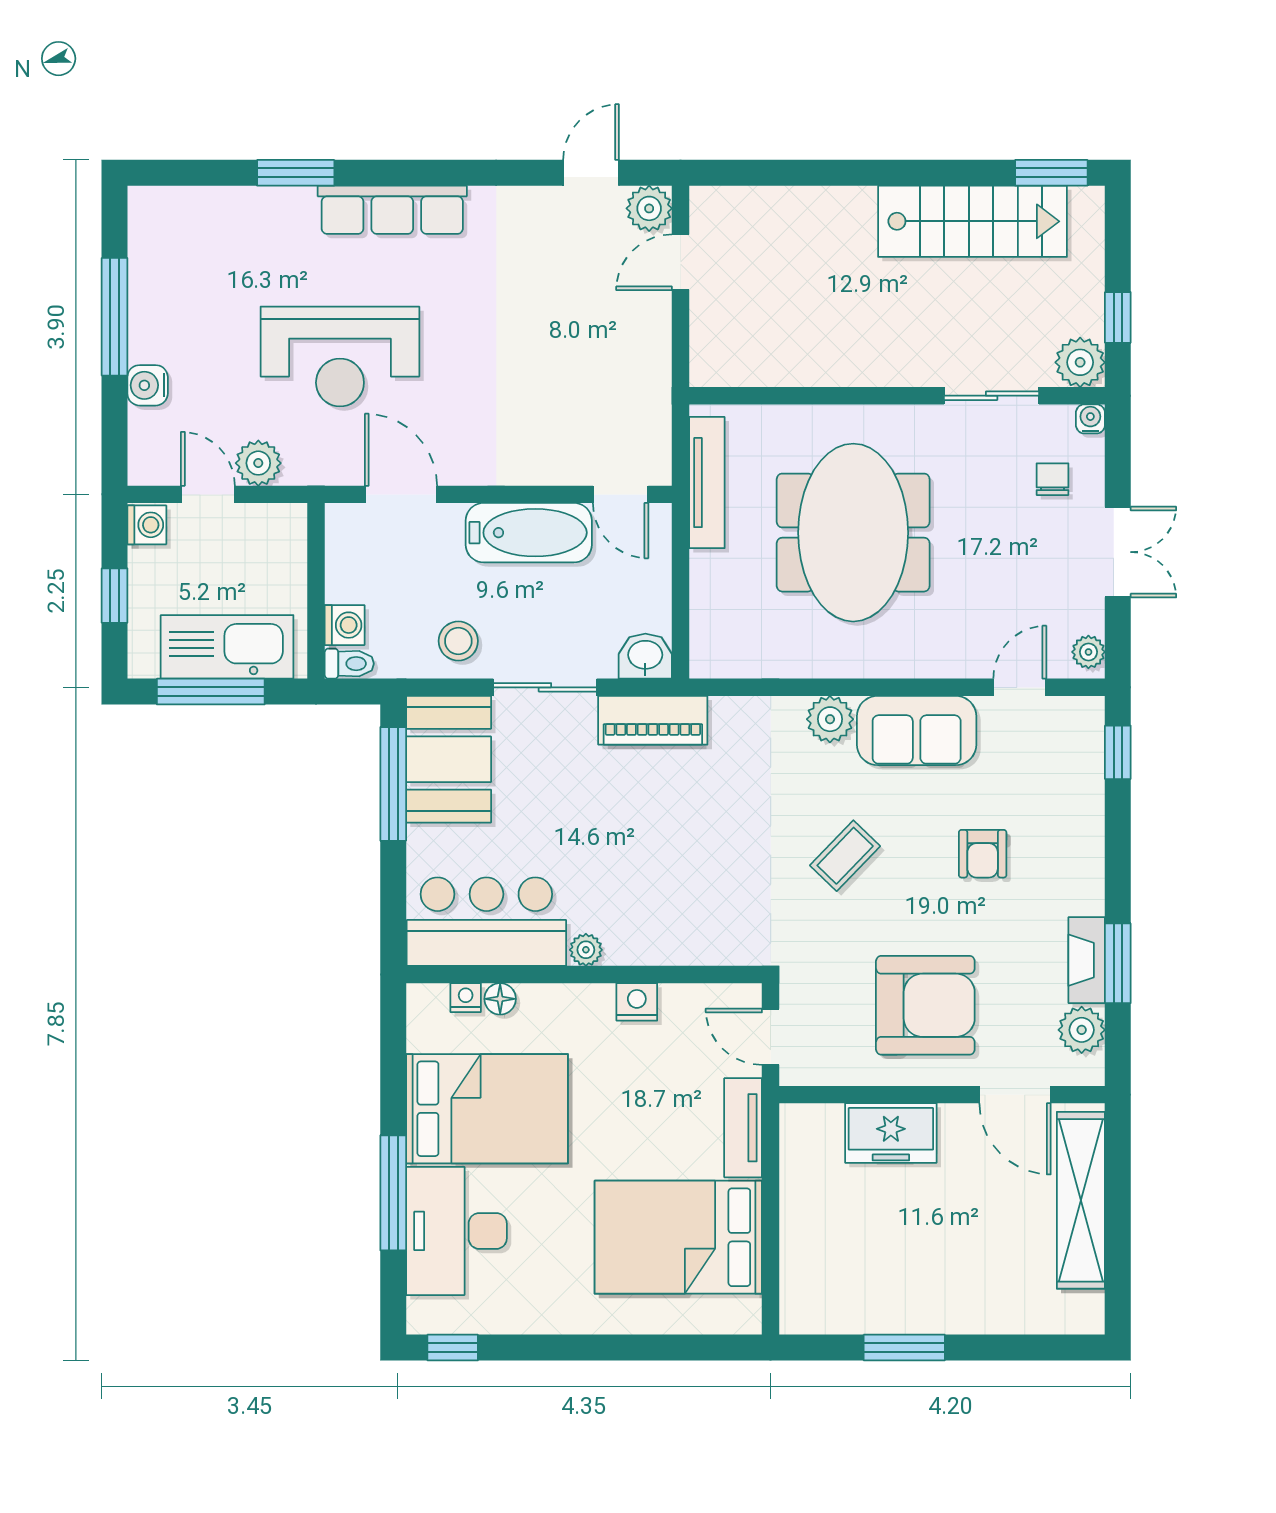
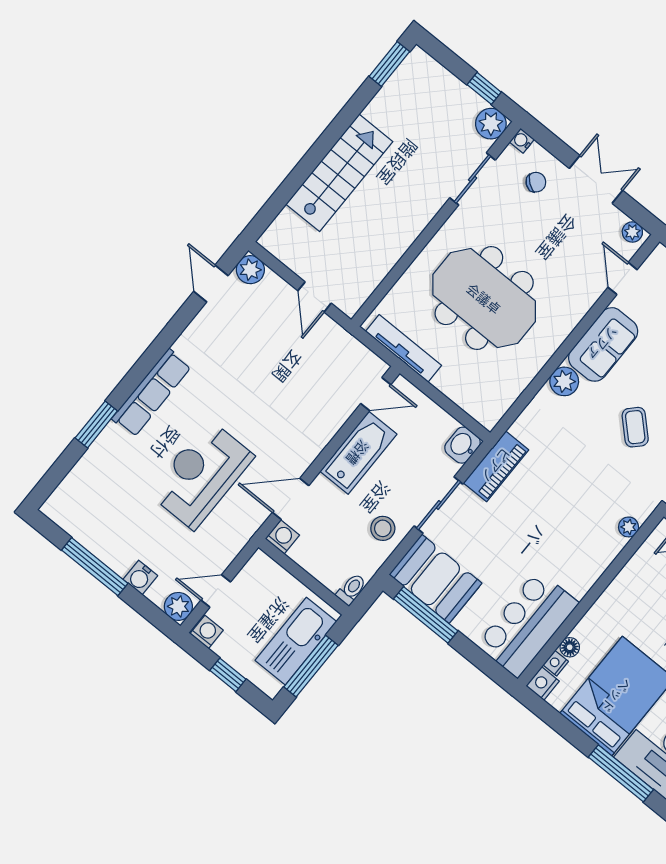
stairs: (973, 221) -> (339, 173), moved
door: (680, 262) -> (315, 297), moved
reception desk: (340, 357) -> (201, 475), turned 180
plant: (258, 463) -> (178, 606), moved
chair: (1052, 479) -> (536, 182), turned 127
washing machine: (345, 625) -> (282, 537), moved
plant: (586, 950) -> (629, 527), moved
nightstand: (637, 1002) -> (543, 684), moved

